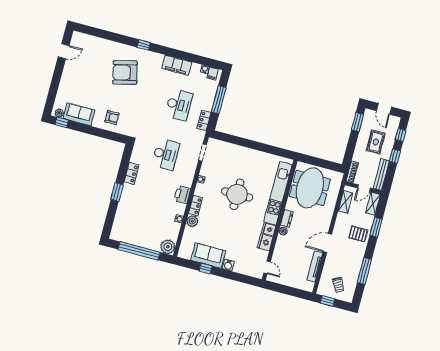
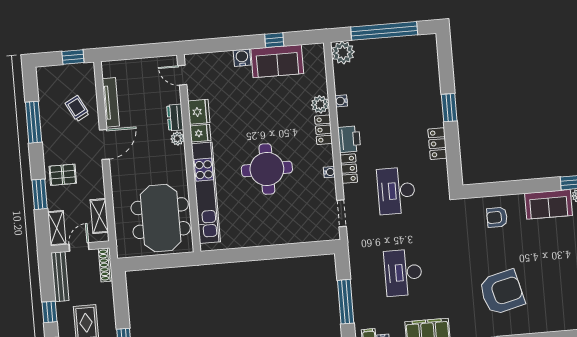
locker: (204, 120) -> (349, 169), moved
dresser: (287, 218) -> (175, 118), moved
trolley: (338, 285) -> (77, 109), moved

